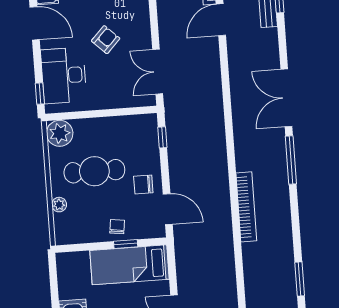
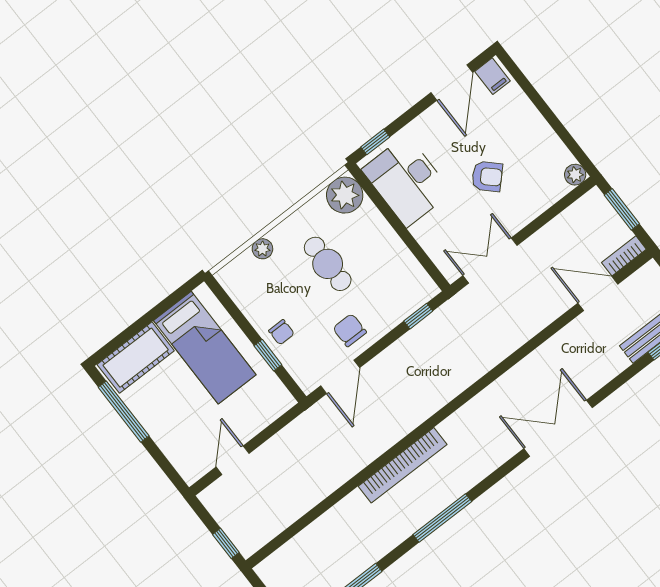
desk: (64, 75) -> (407, 181), moved, turned -90
window: (291, 160) -> (442, 518), moved
cafe table: (94, 171) -> (328, 264), width x0.73, depth x0.74
chair: (117, 227) -> (281, 332), turned 82
bed: (129, 265) -> (205, 348), moved, turned 180

